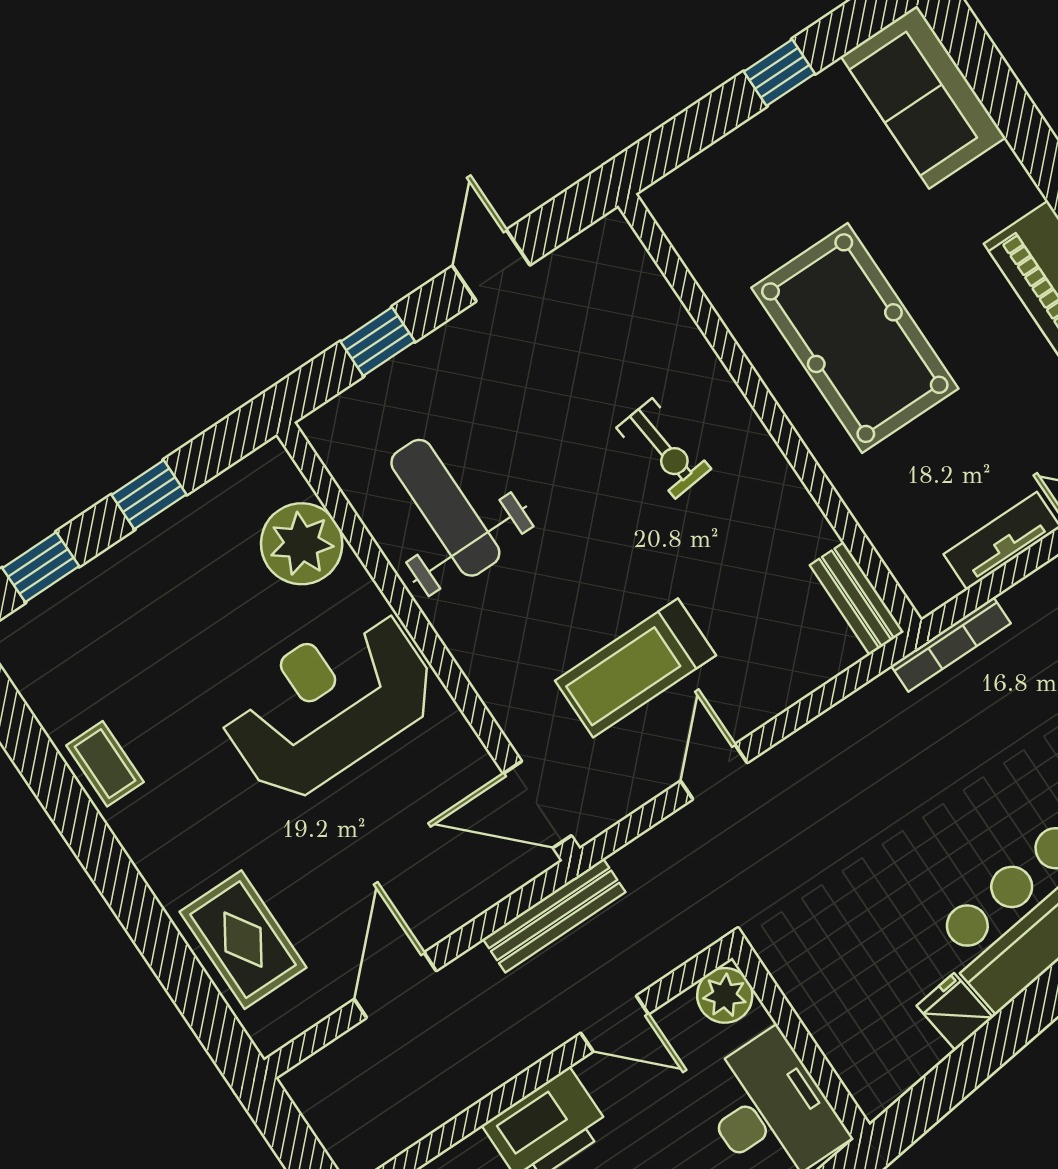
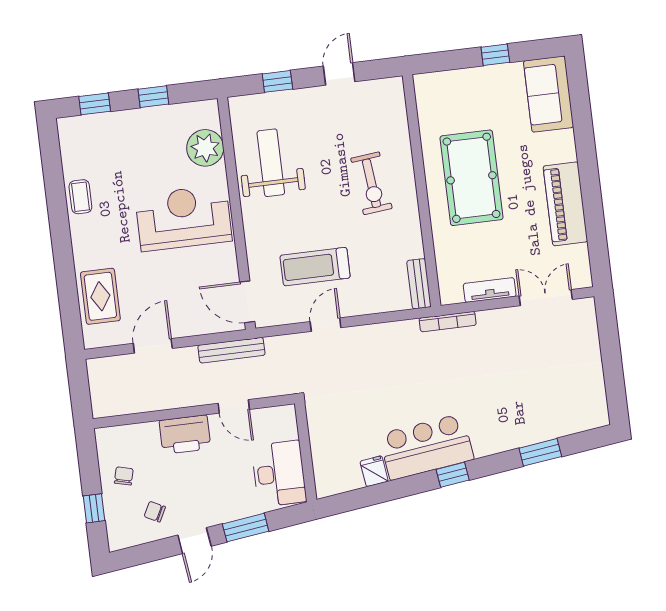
exercise bike: (664, 448) -> (371, 183), width x1.38, depth x1.39
plant: (725, 995) -> (284, 418), removed

